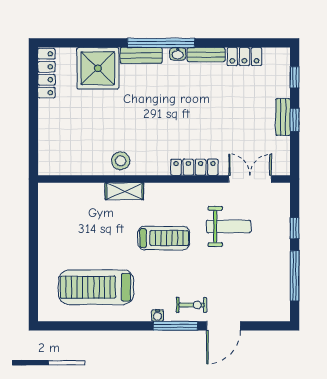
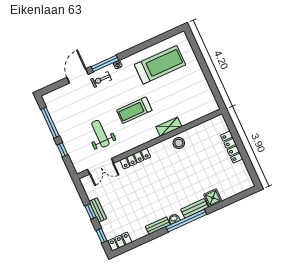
locker: (244, 57) -> (120, 242), moved
shower: (98, 68) -> (213, 198), width x0.54, depth x0.54
locker: (46, 73) -> (232, 147), moved
weight bench: (229, 226) -> (100, 134), turned 90

